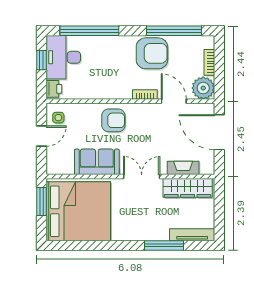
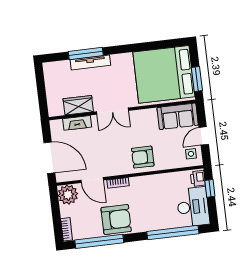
armchair: (152, 53) -> (116, 219), turned 180
window: (41, 60) -> (210, 188), moved
bookcase: (209, 62) -> (67, 229), moved
sofa: (97, 162) -> (178, 116), moved
wardrobe: (188, 188) -> (78, 105), width x0.67
tv unit: (192, 235) -> (90, 62), moved

